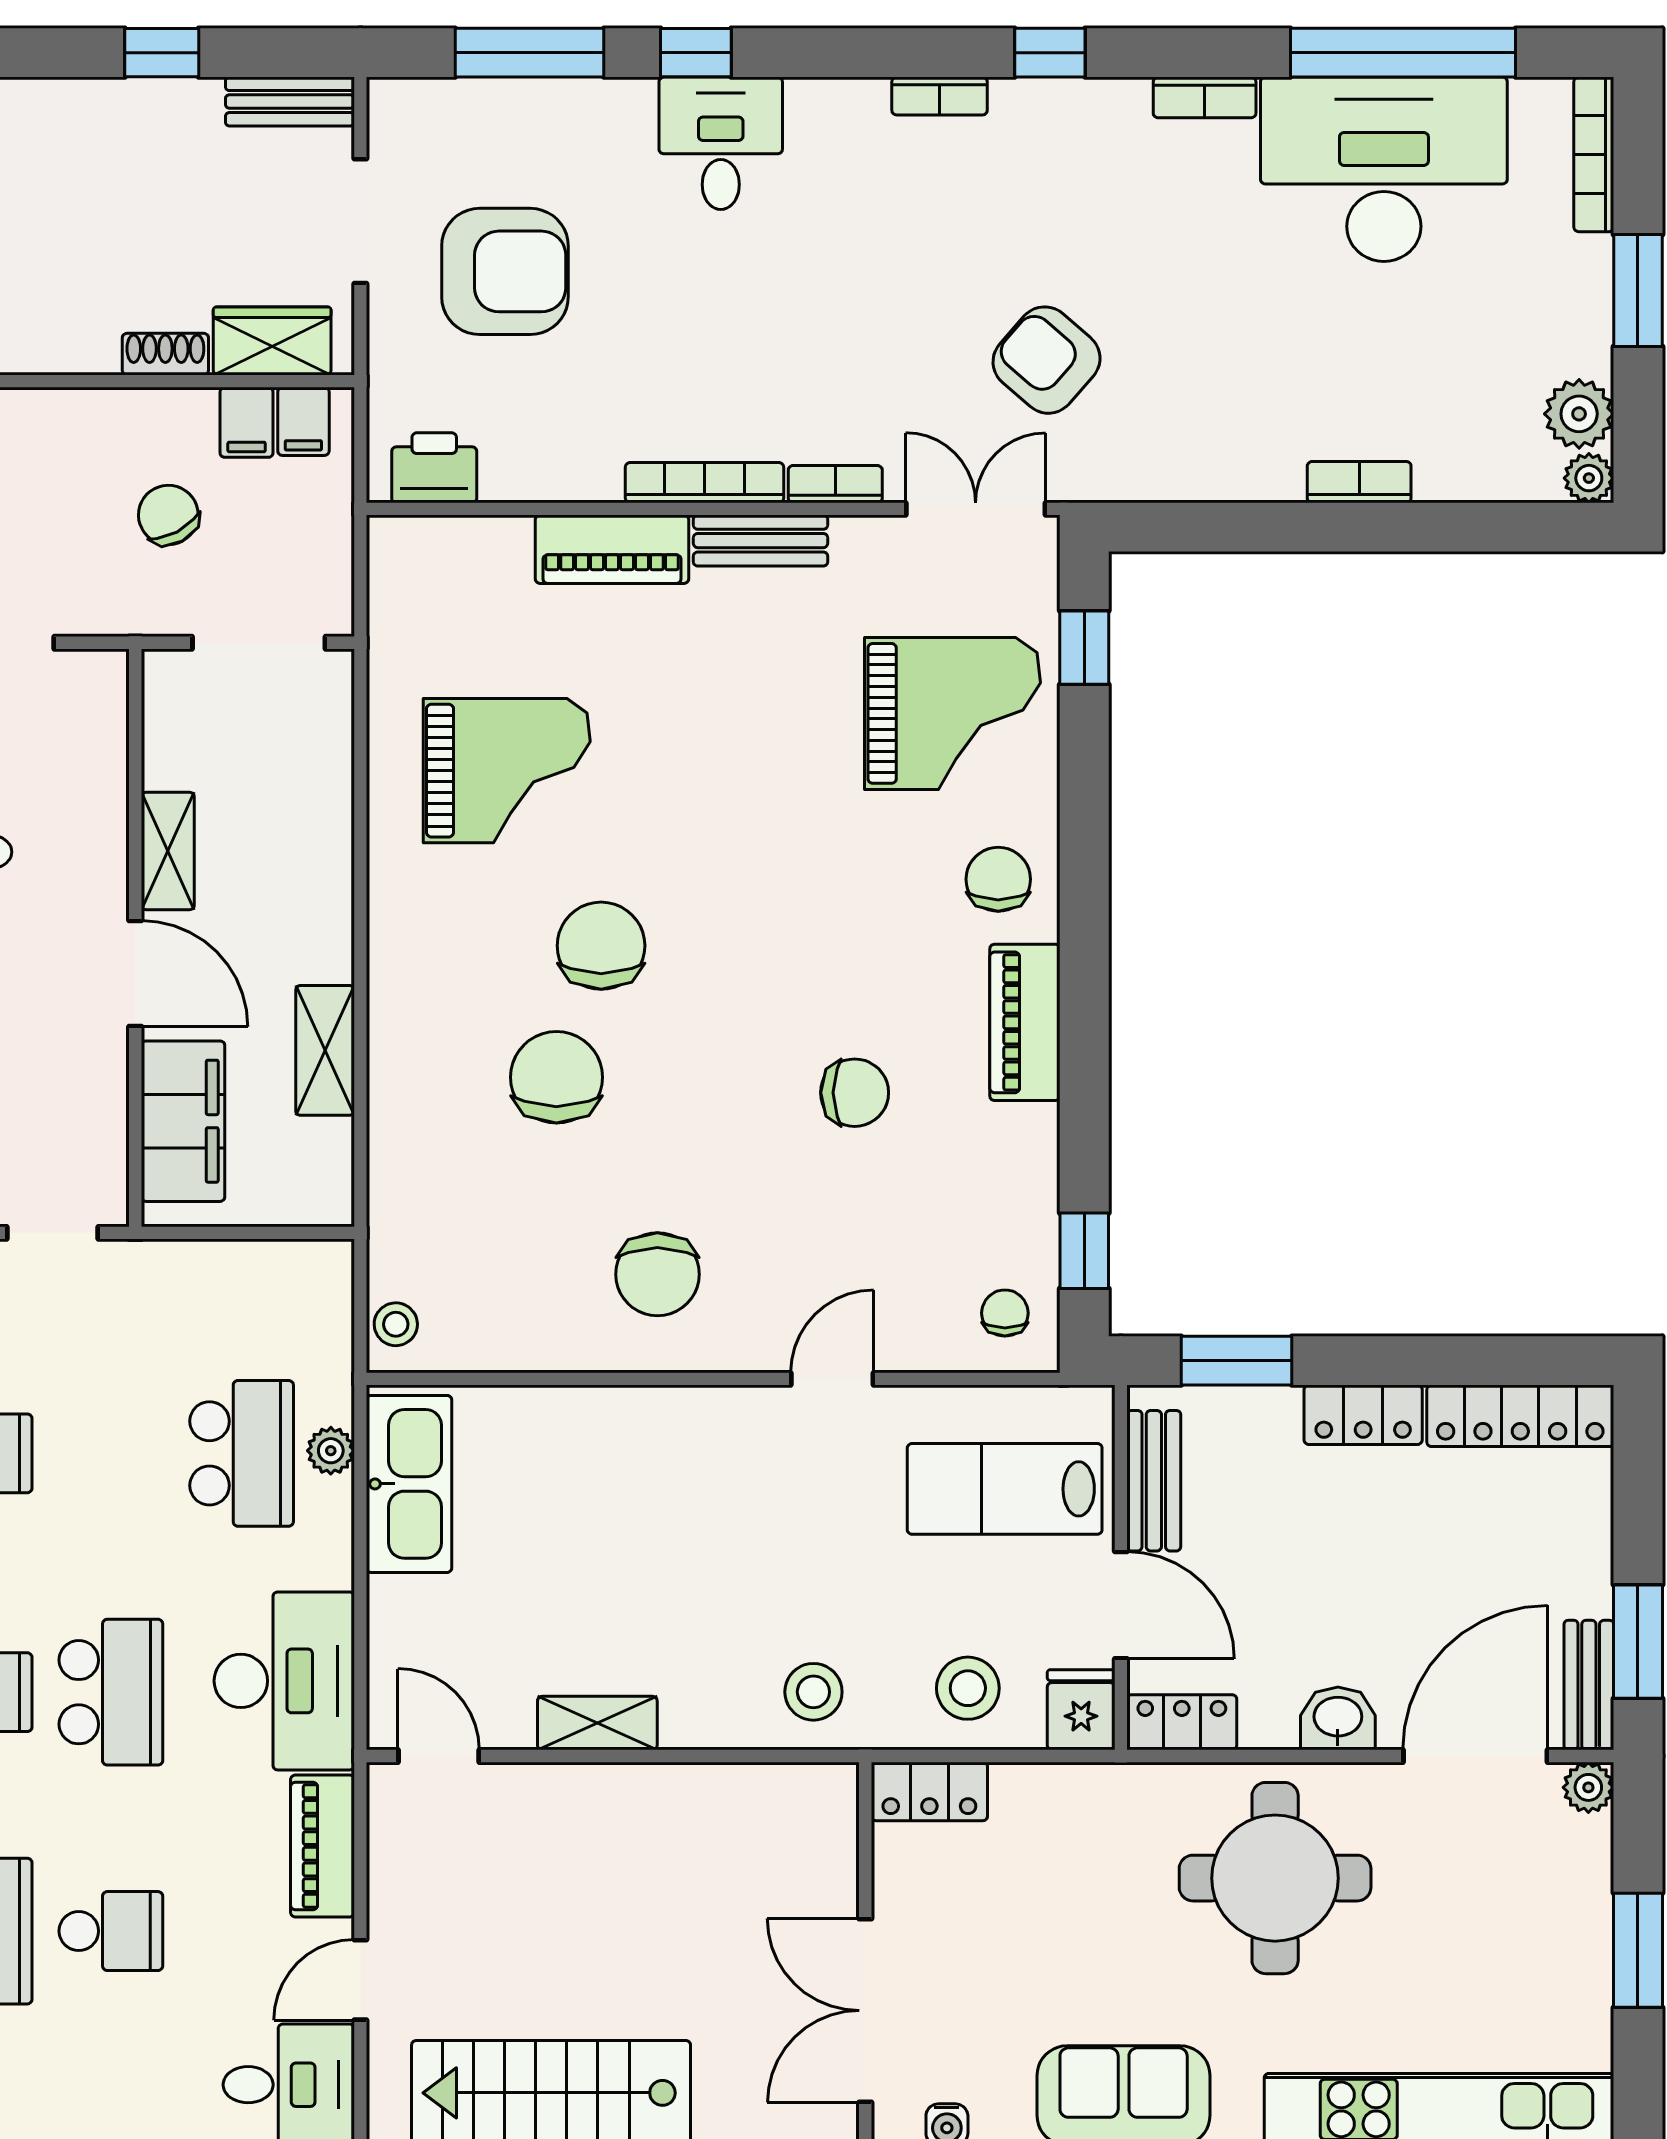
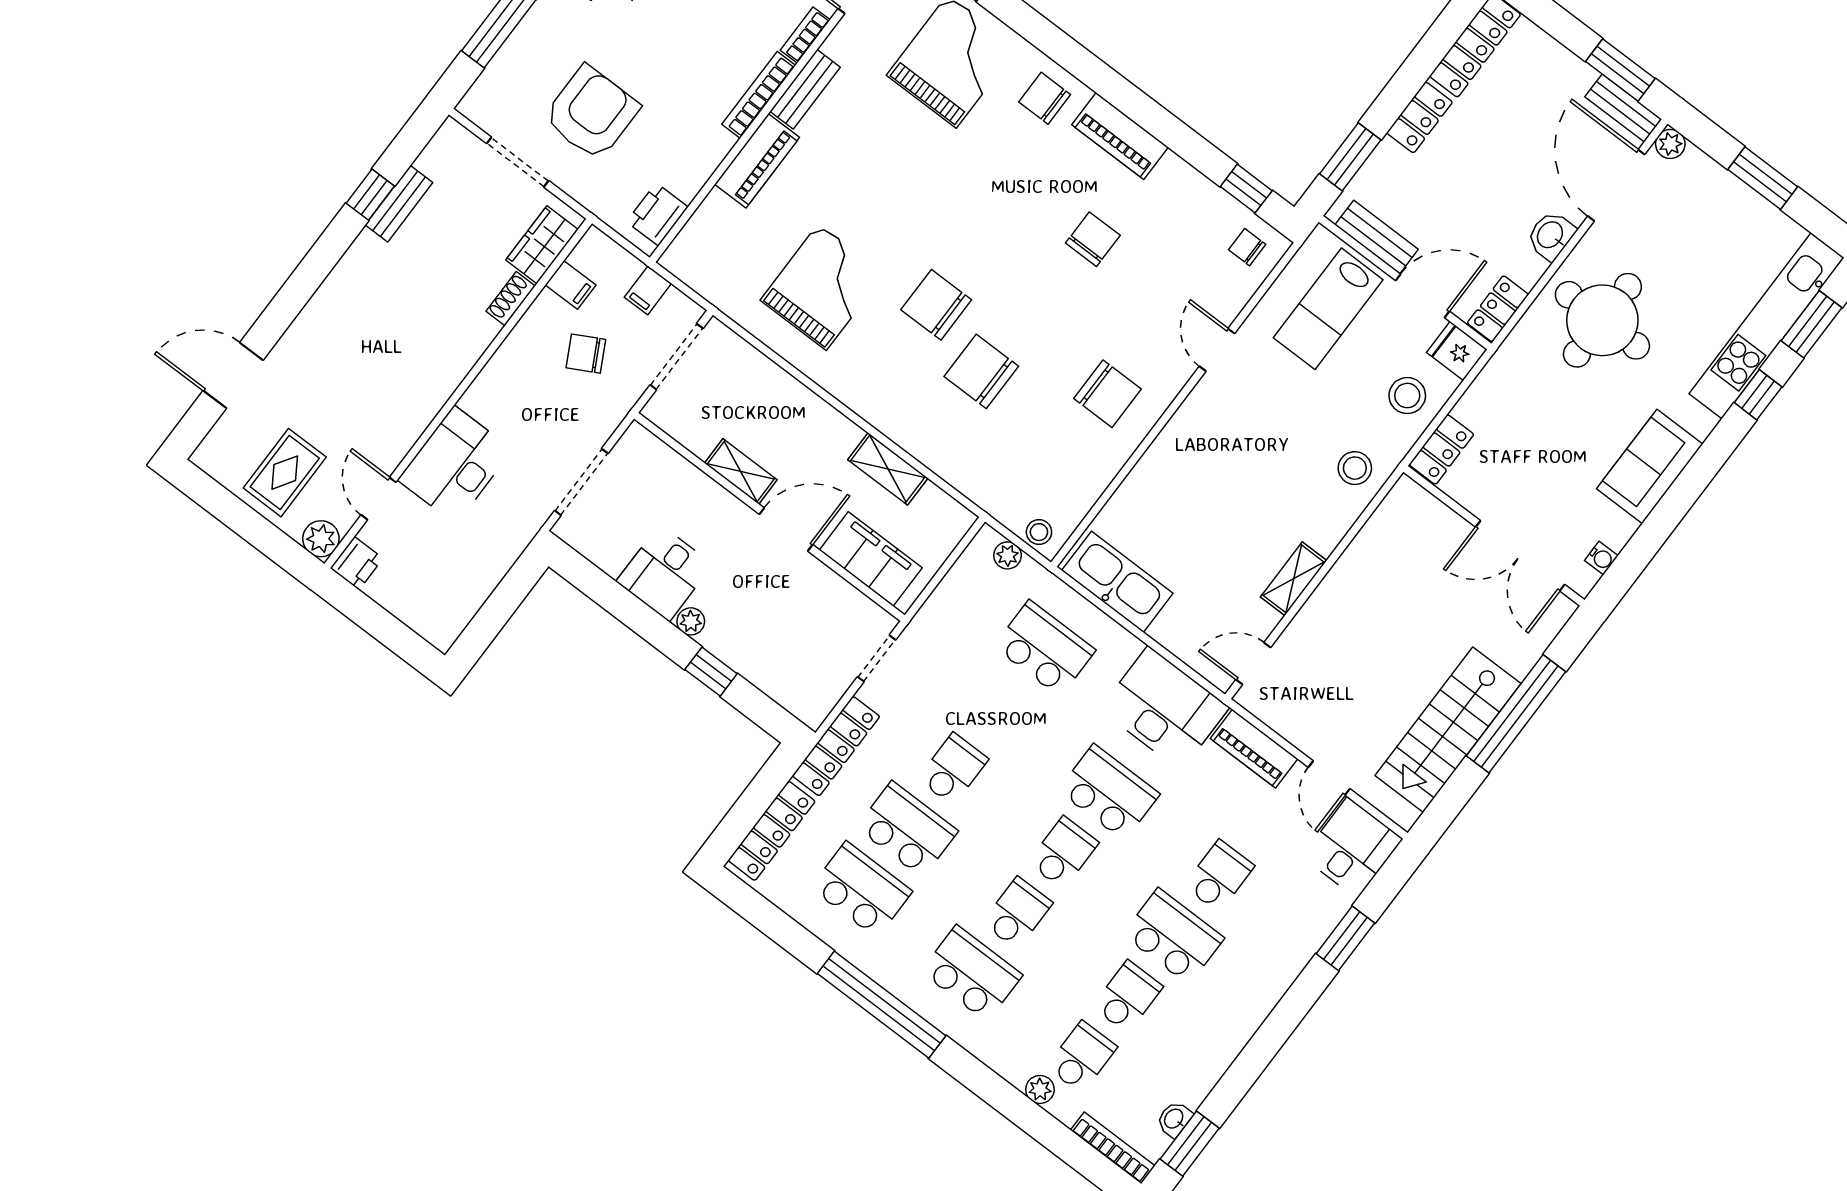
bench: (290, 102) -> (399, 204), moved
filing cabinet: (303, 421) -> (648, 290), moved, turned 90
plant: (331, 1451) -> (1008, 555), moved

